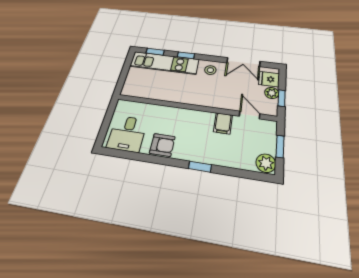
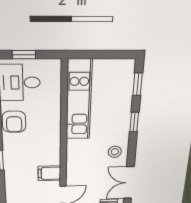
kitchen unit: (164, 63) -> (79, 100), moved, turned 180
window: (105, 126) -> (24, 55), added

